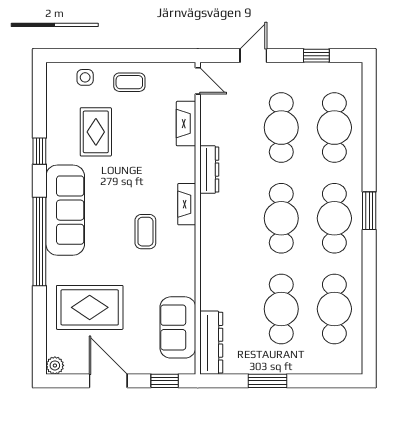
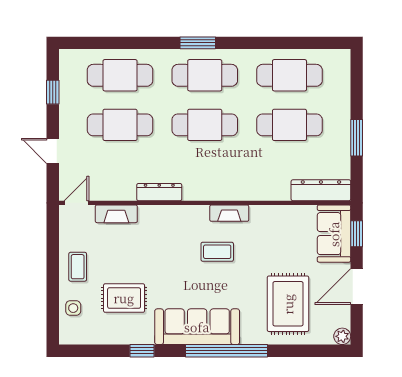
fireplace: (187, 204) -> (229, 213), moved
sofa: (178, 327) -> (334, 234), moved, turned 90

